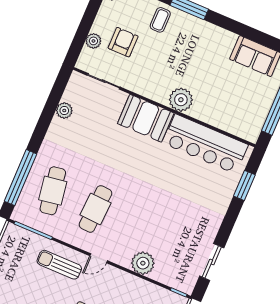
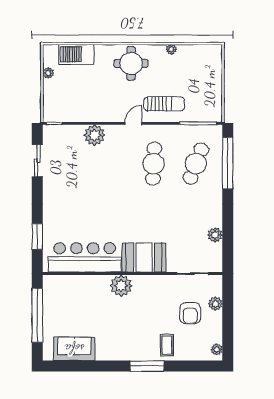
cafe table: (53, 191) -> (196, 164), turned 30

